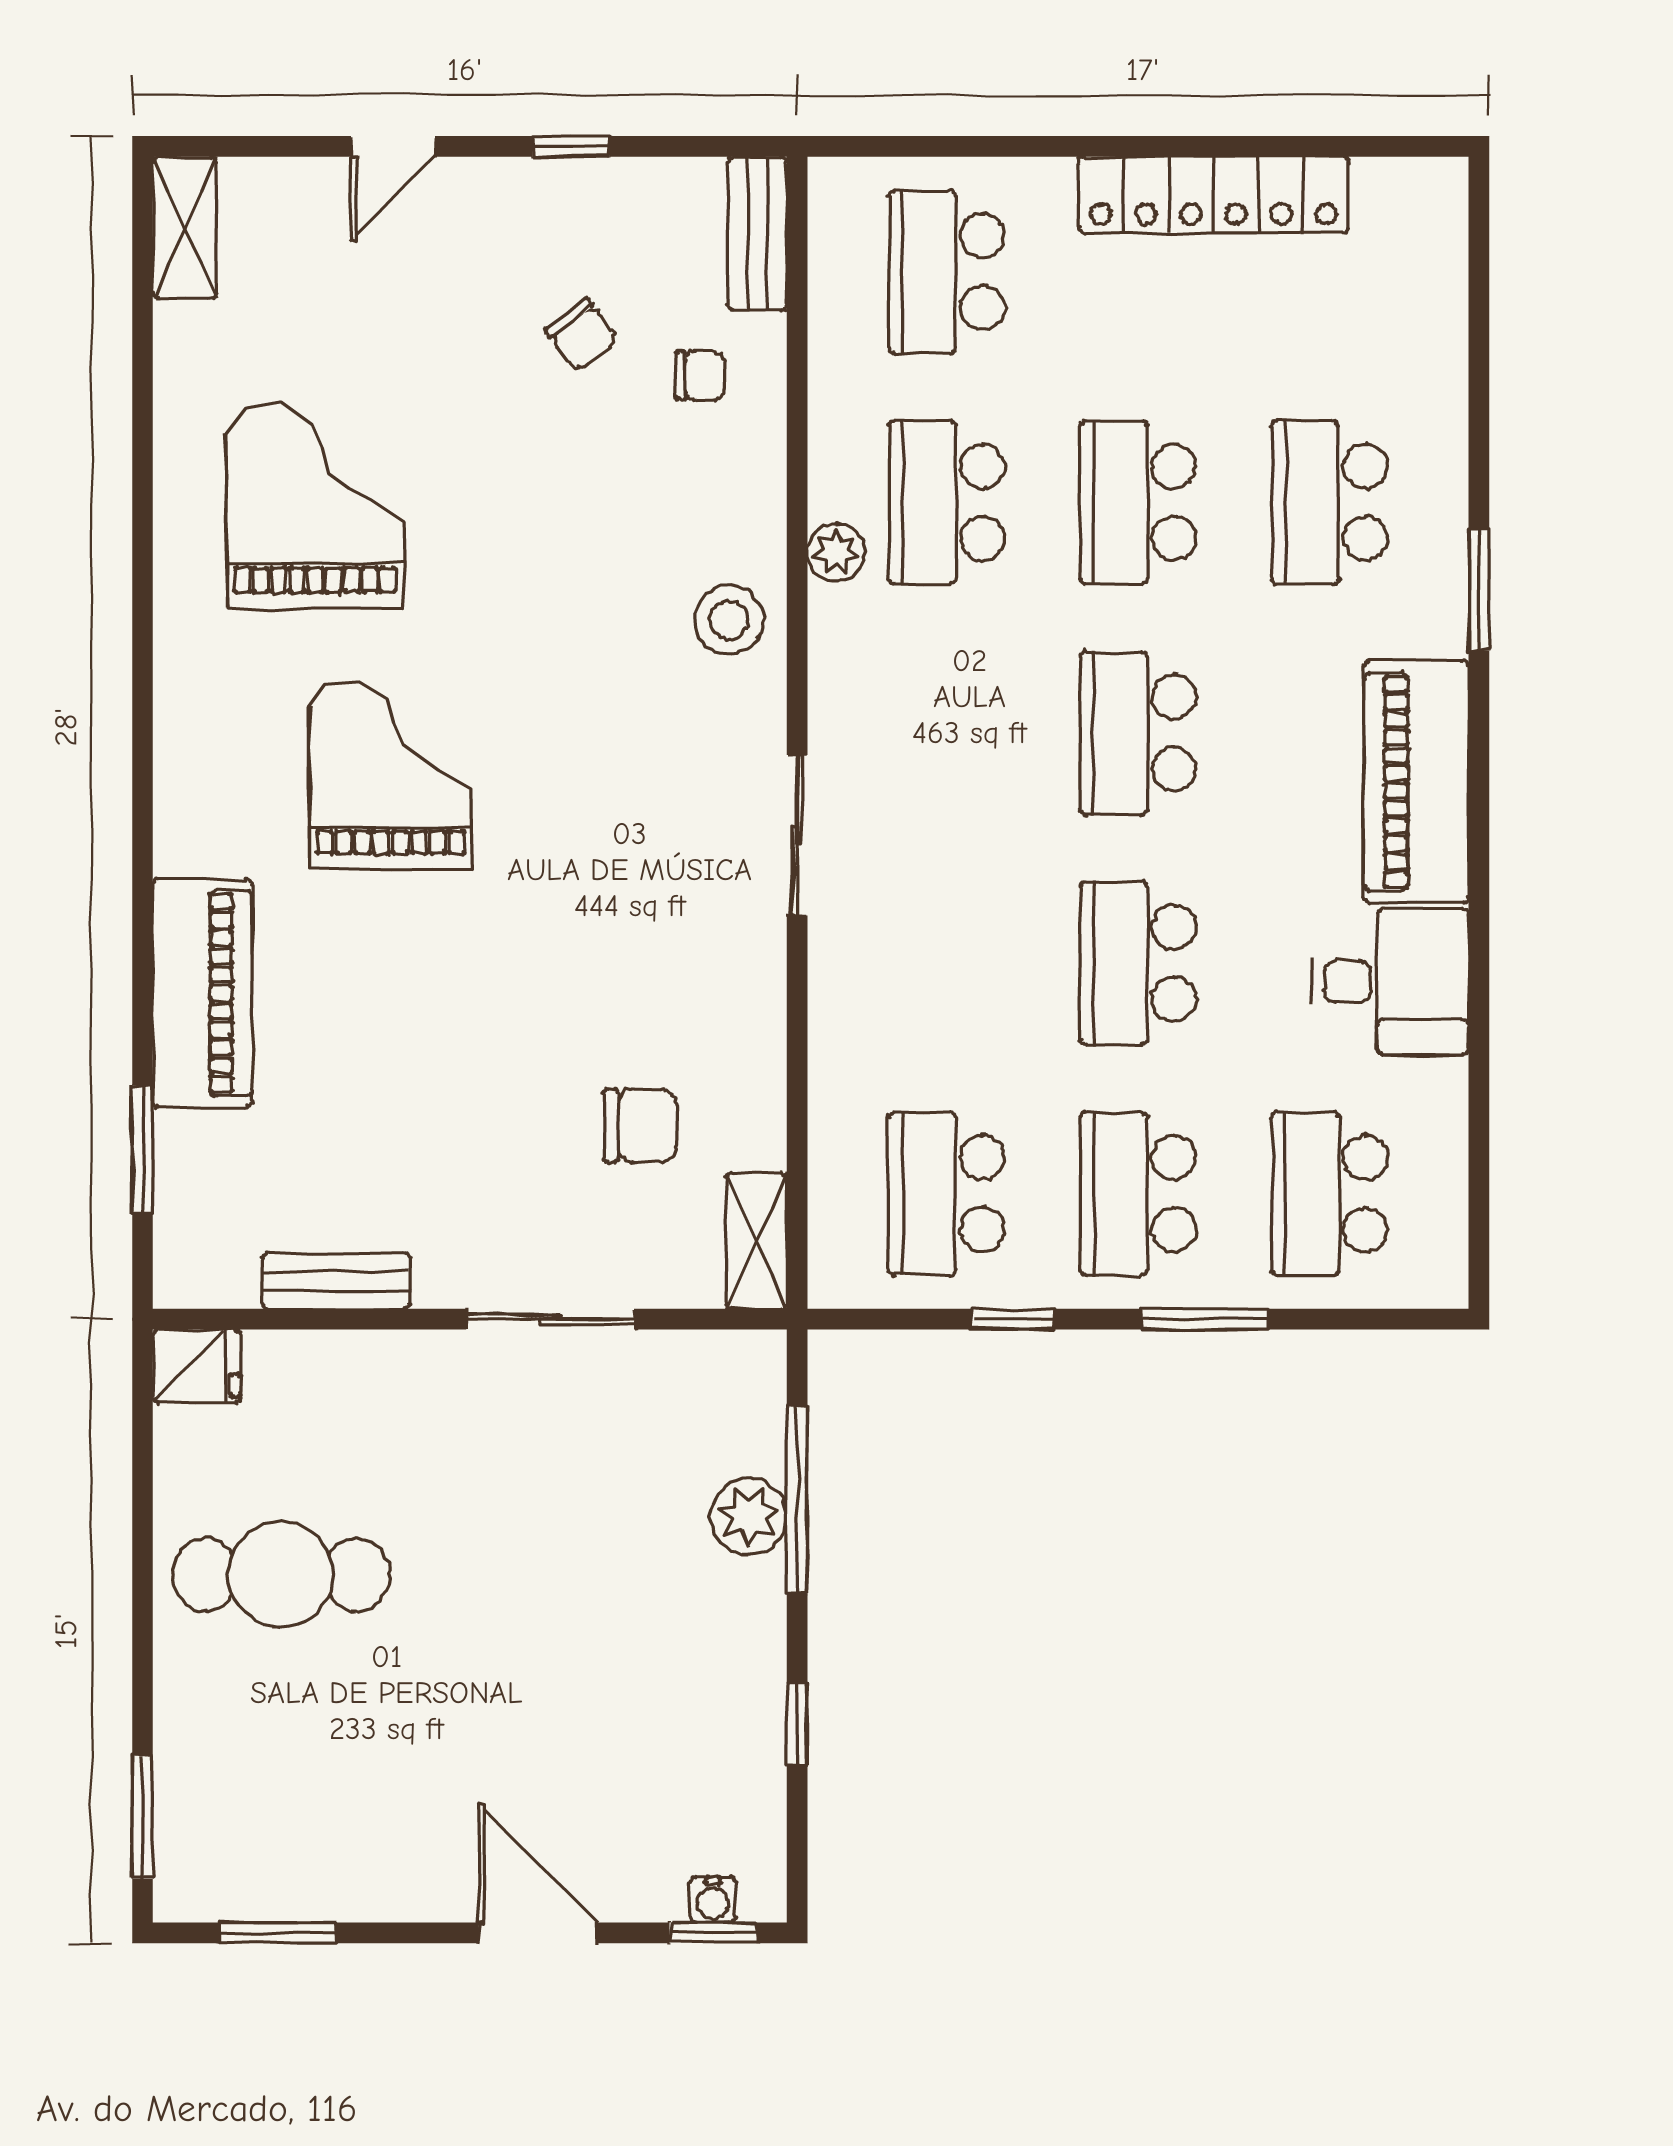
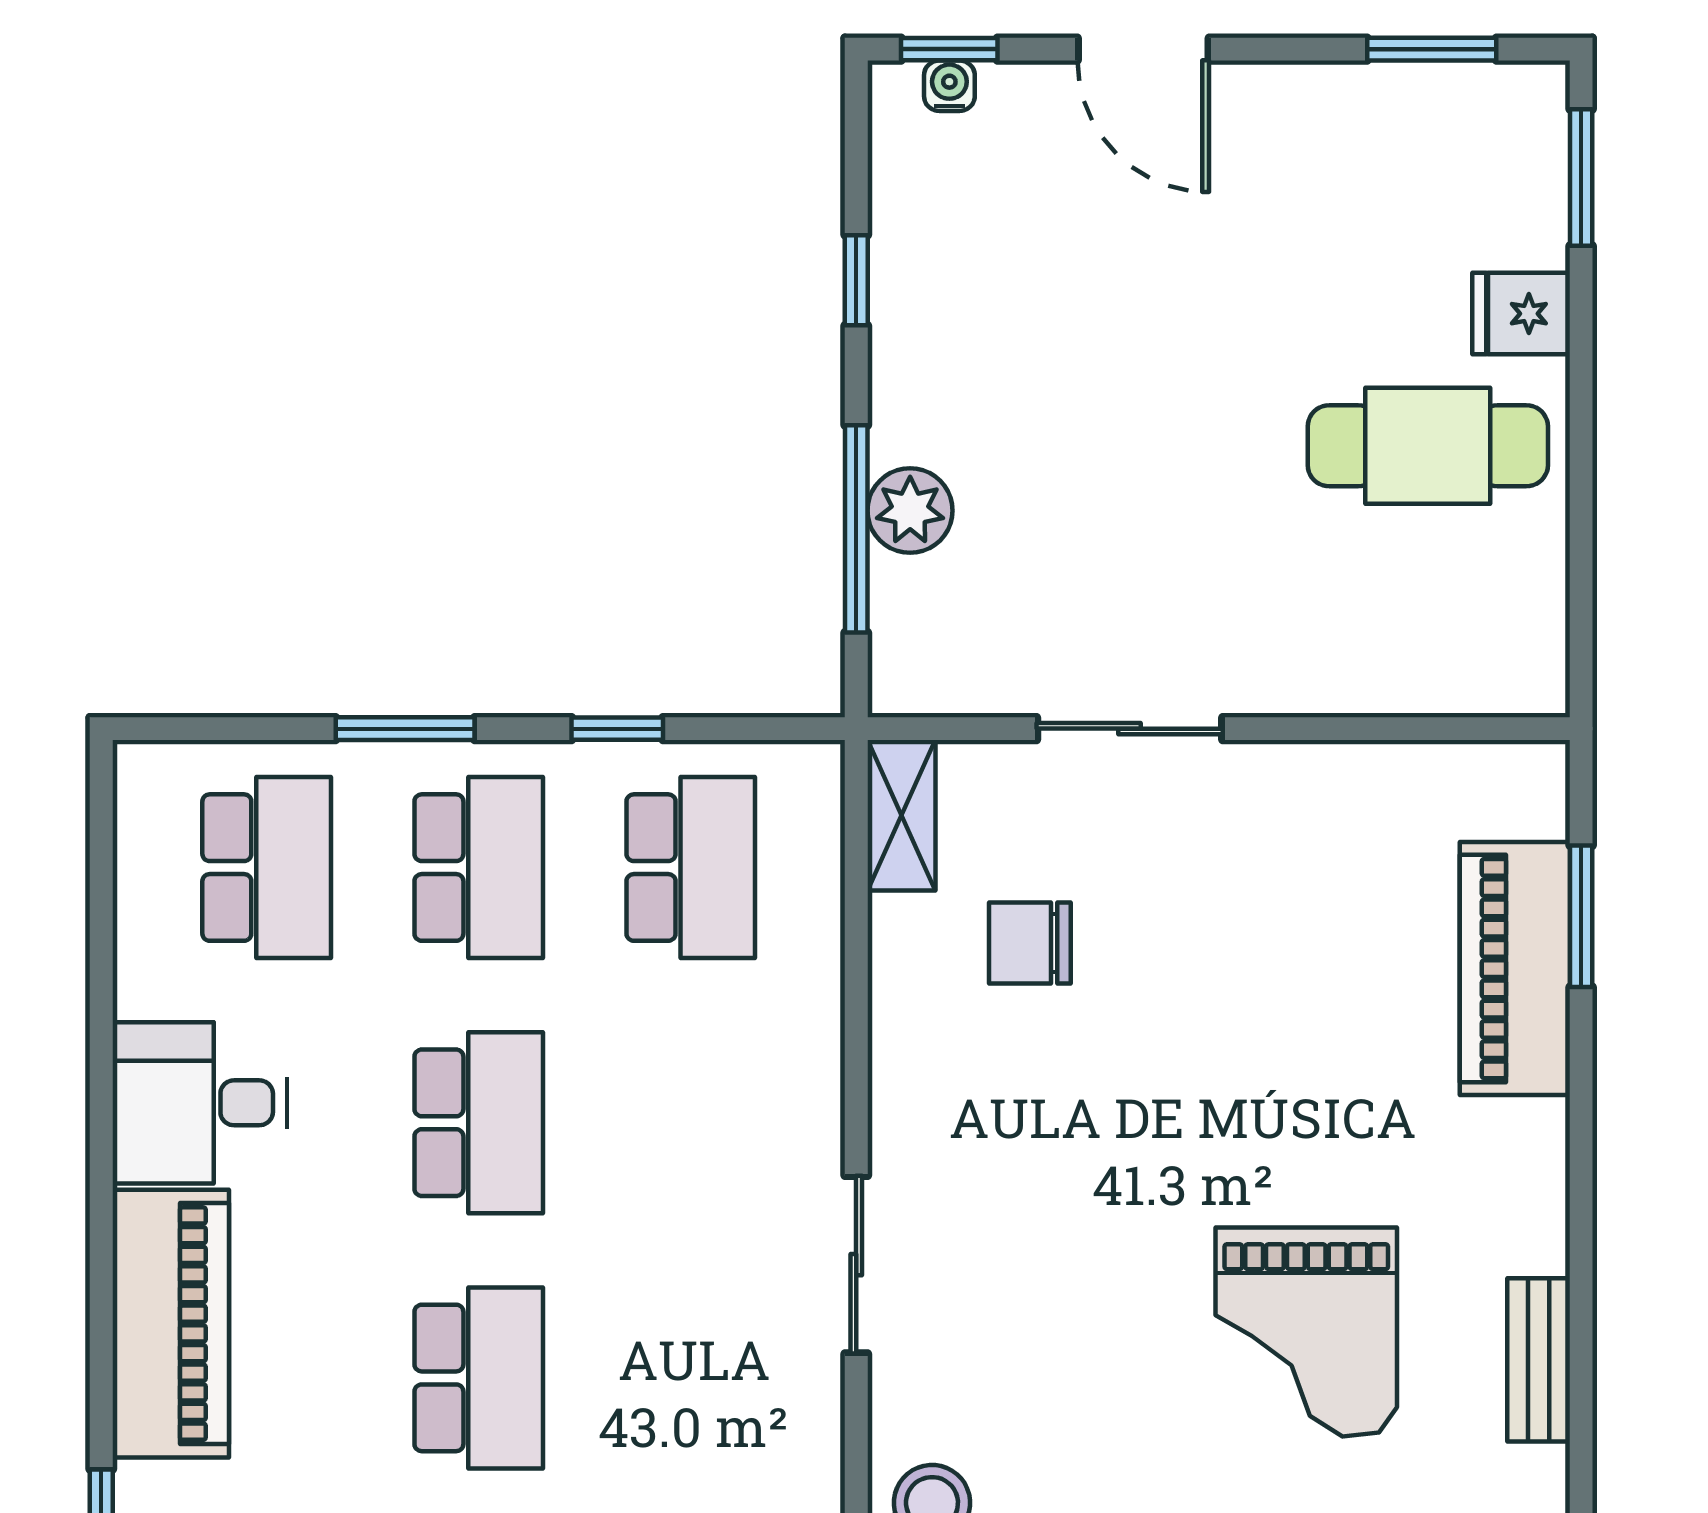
piano: (202, 993) -> (1515, 969), moved
bench: (336, 1281) -> (1539, 1360), moved, turned 90
fridge: (197, 1366) -> (1521, 314), moved

